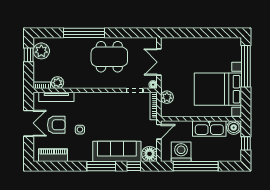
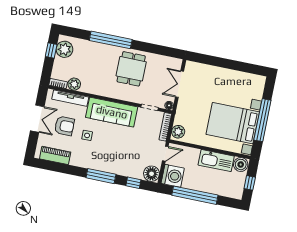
dining table: (109, 57) -> (131, 69), width x0.73
window: (246, 66) -> (262, 120), moved
plant: (167, 97) -> (178, 132), moved
sofa: (117, 151) -> (112, 112), moved, turned 180
washing machine: (181, 152) -> (173, 176), moved, turned 90

